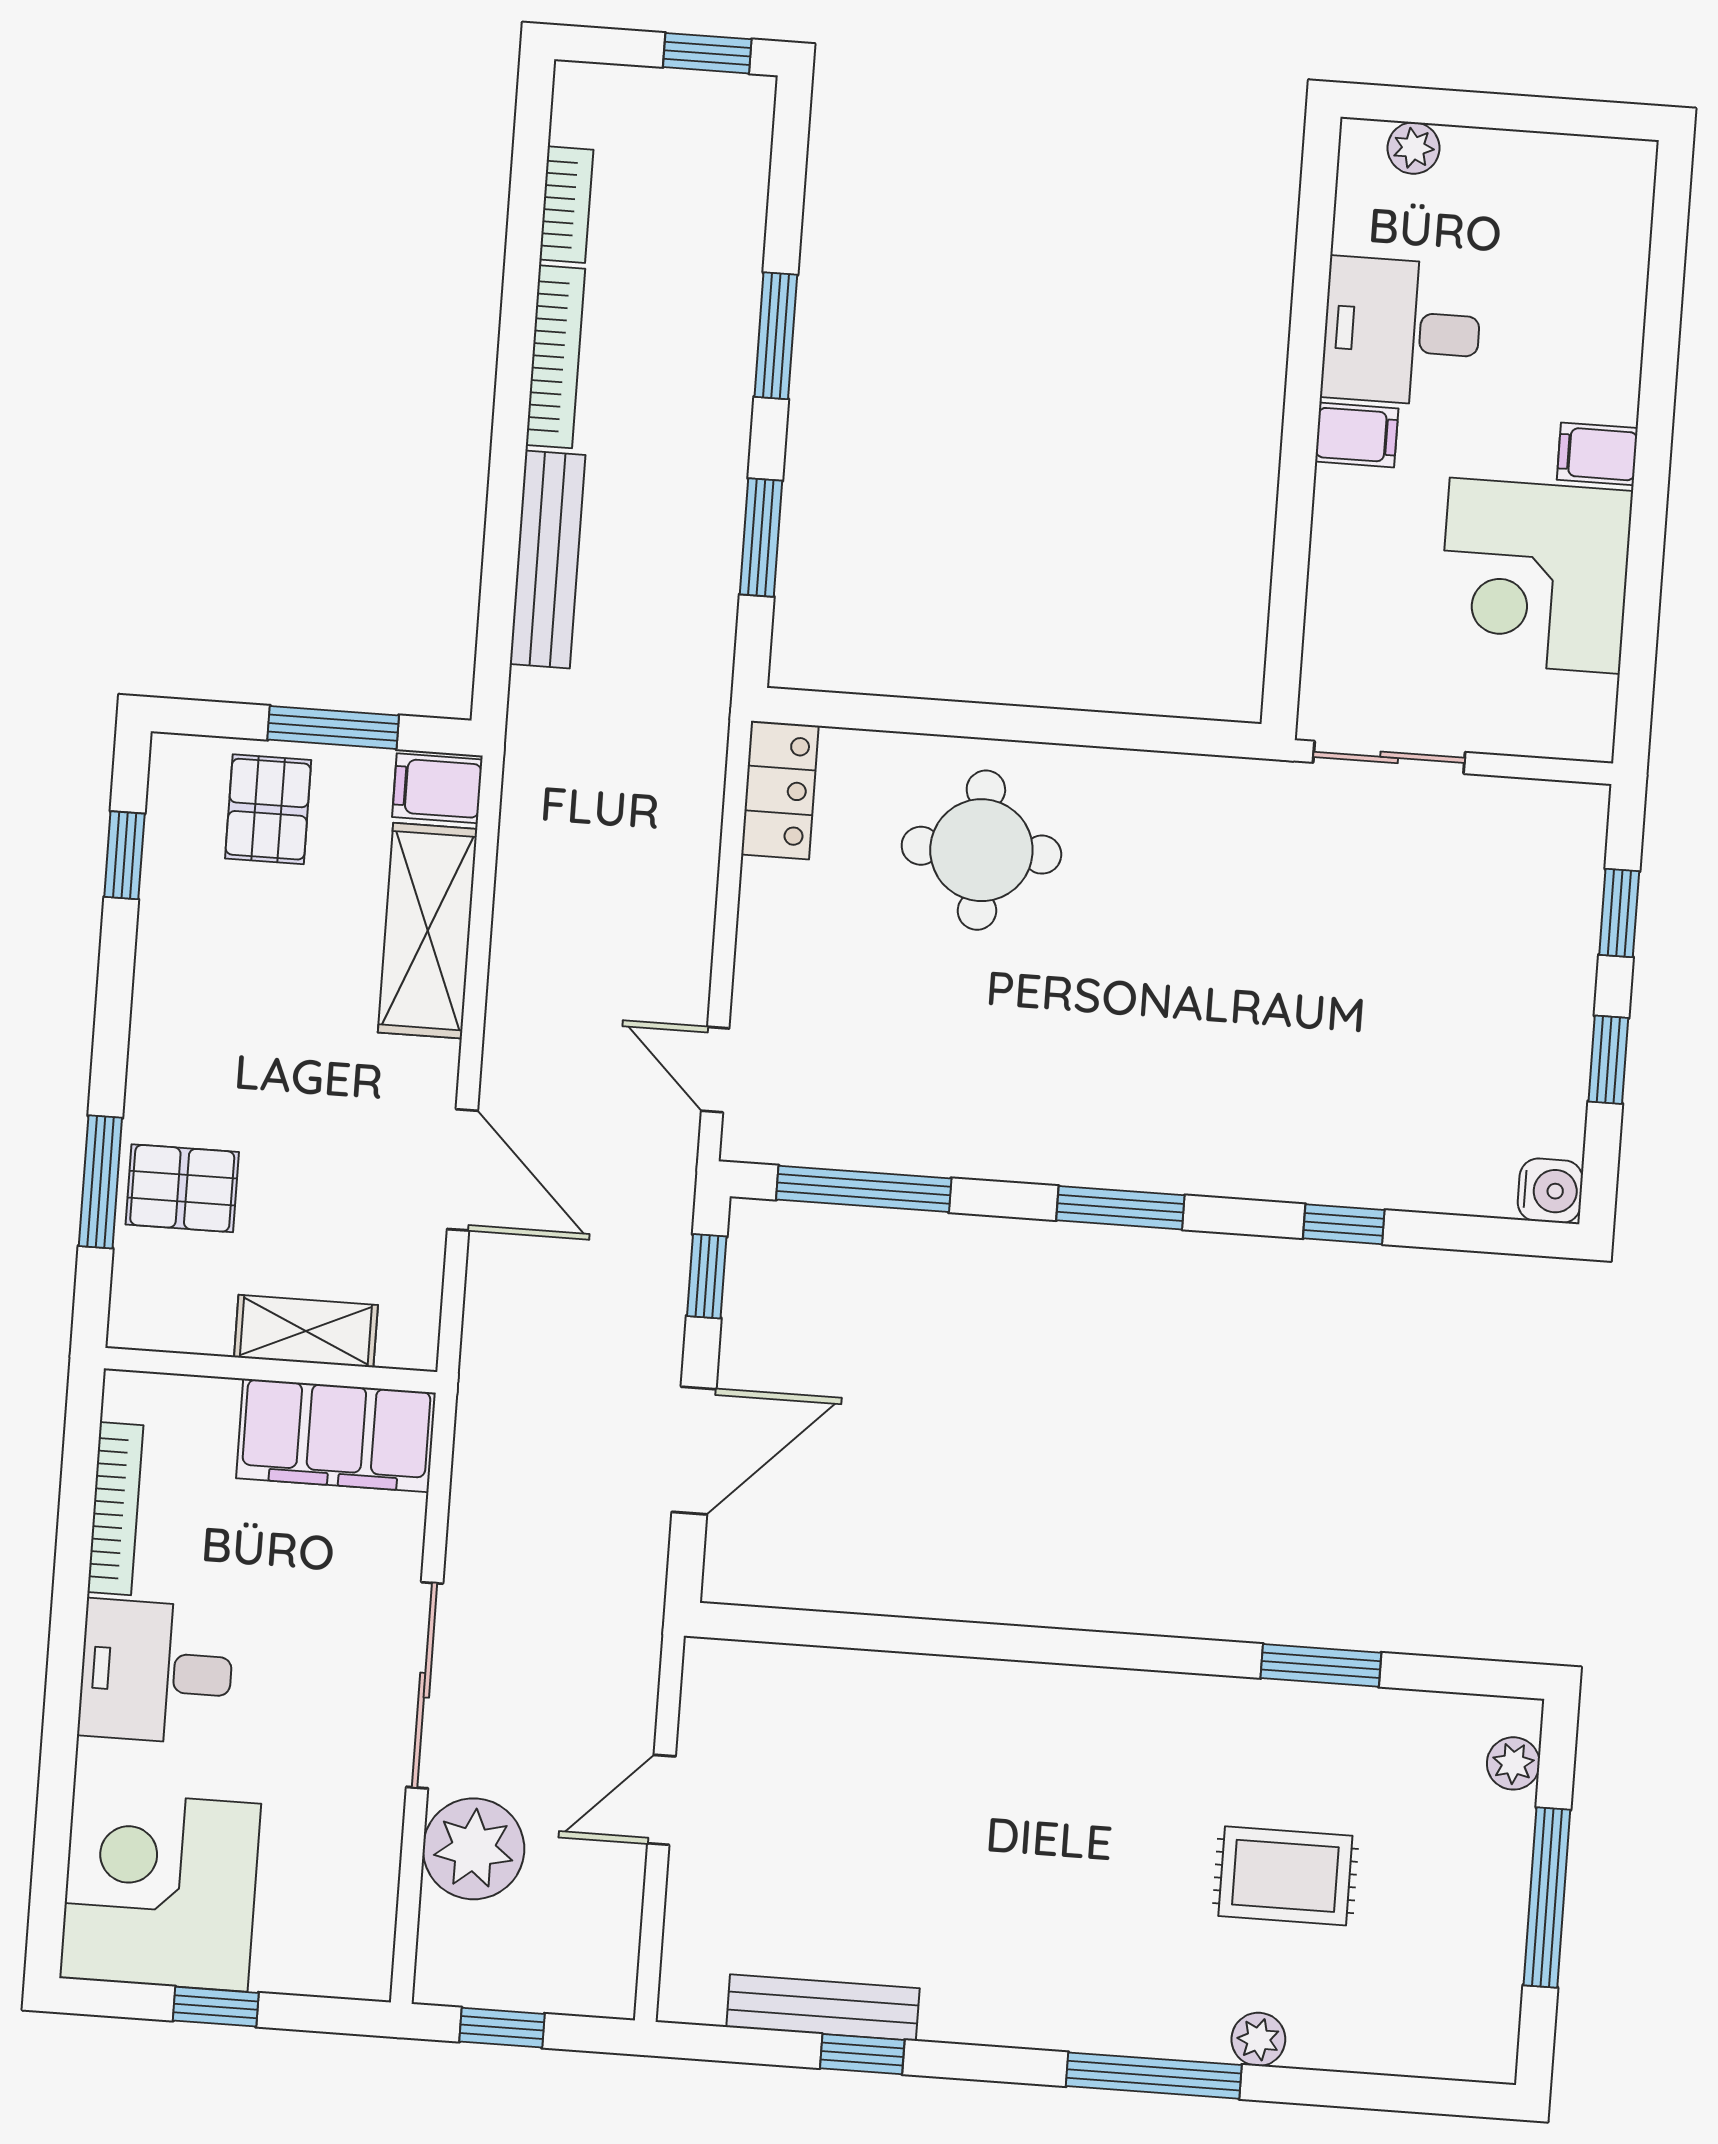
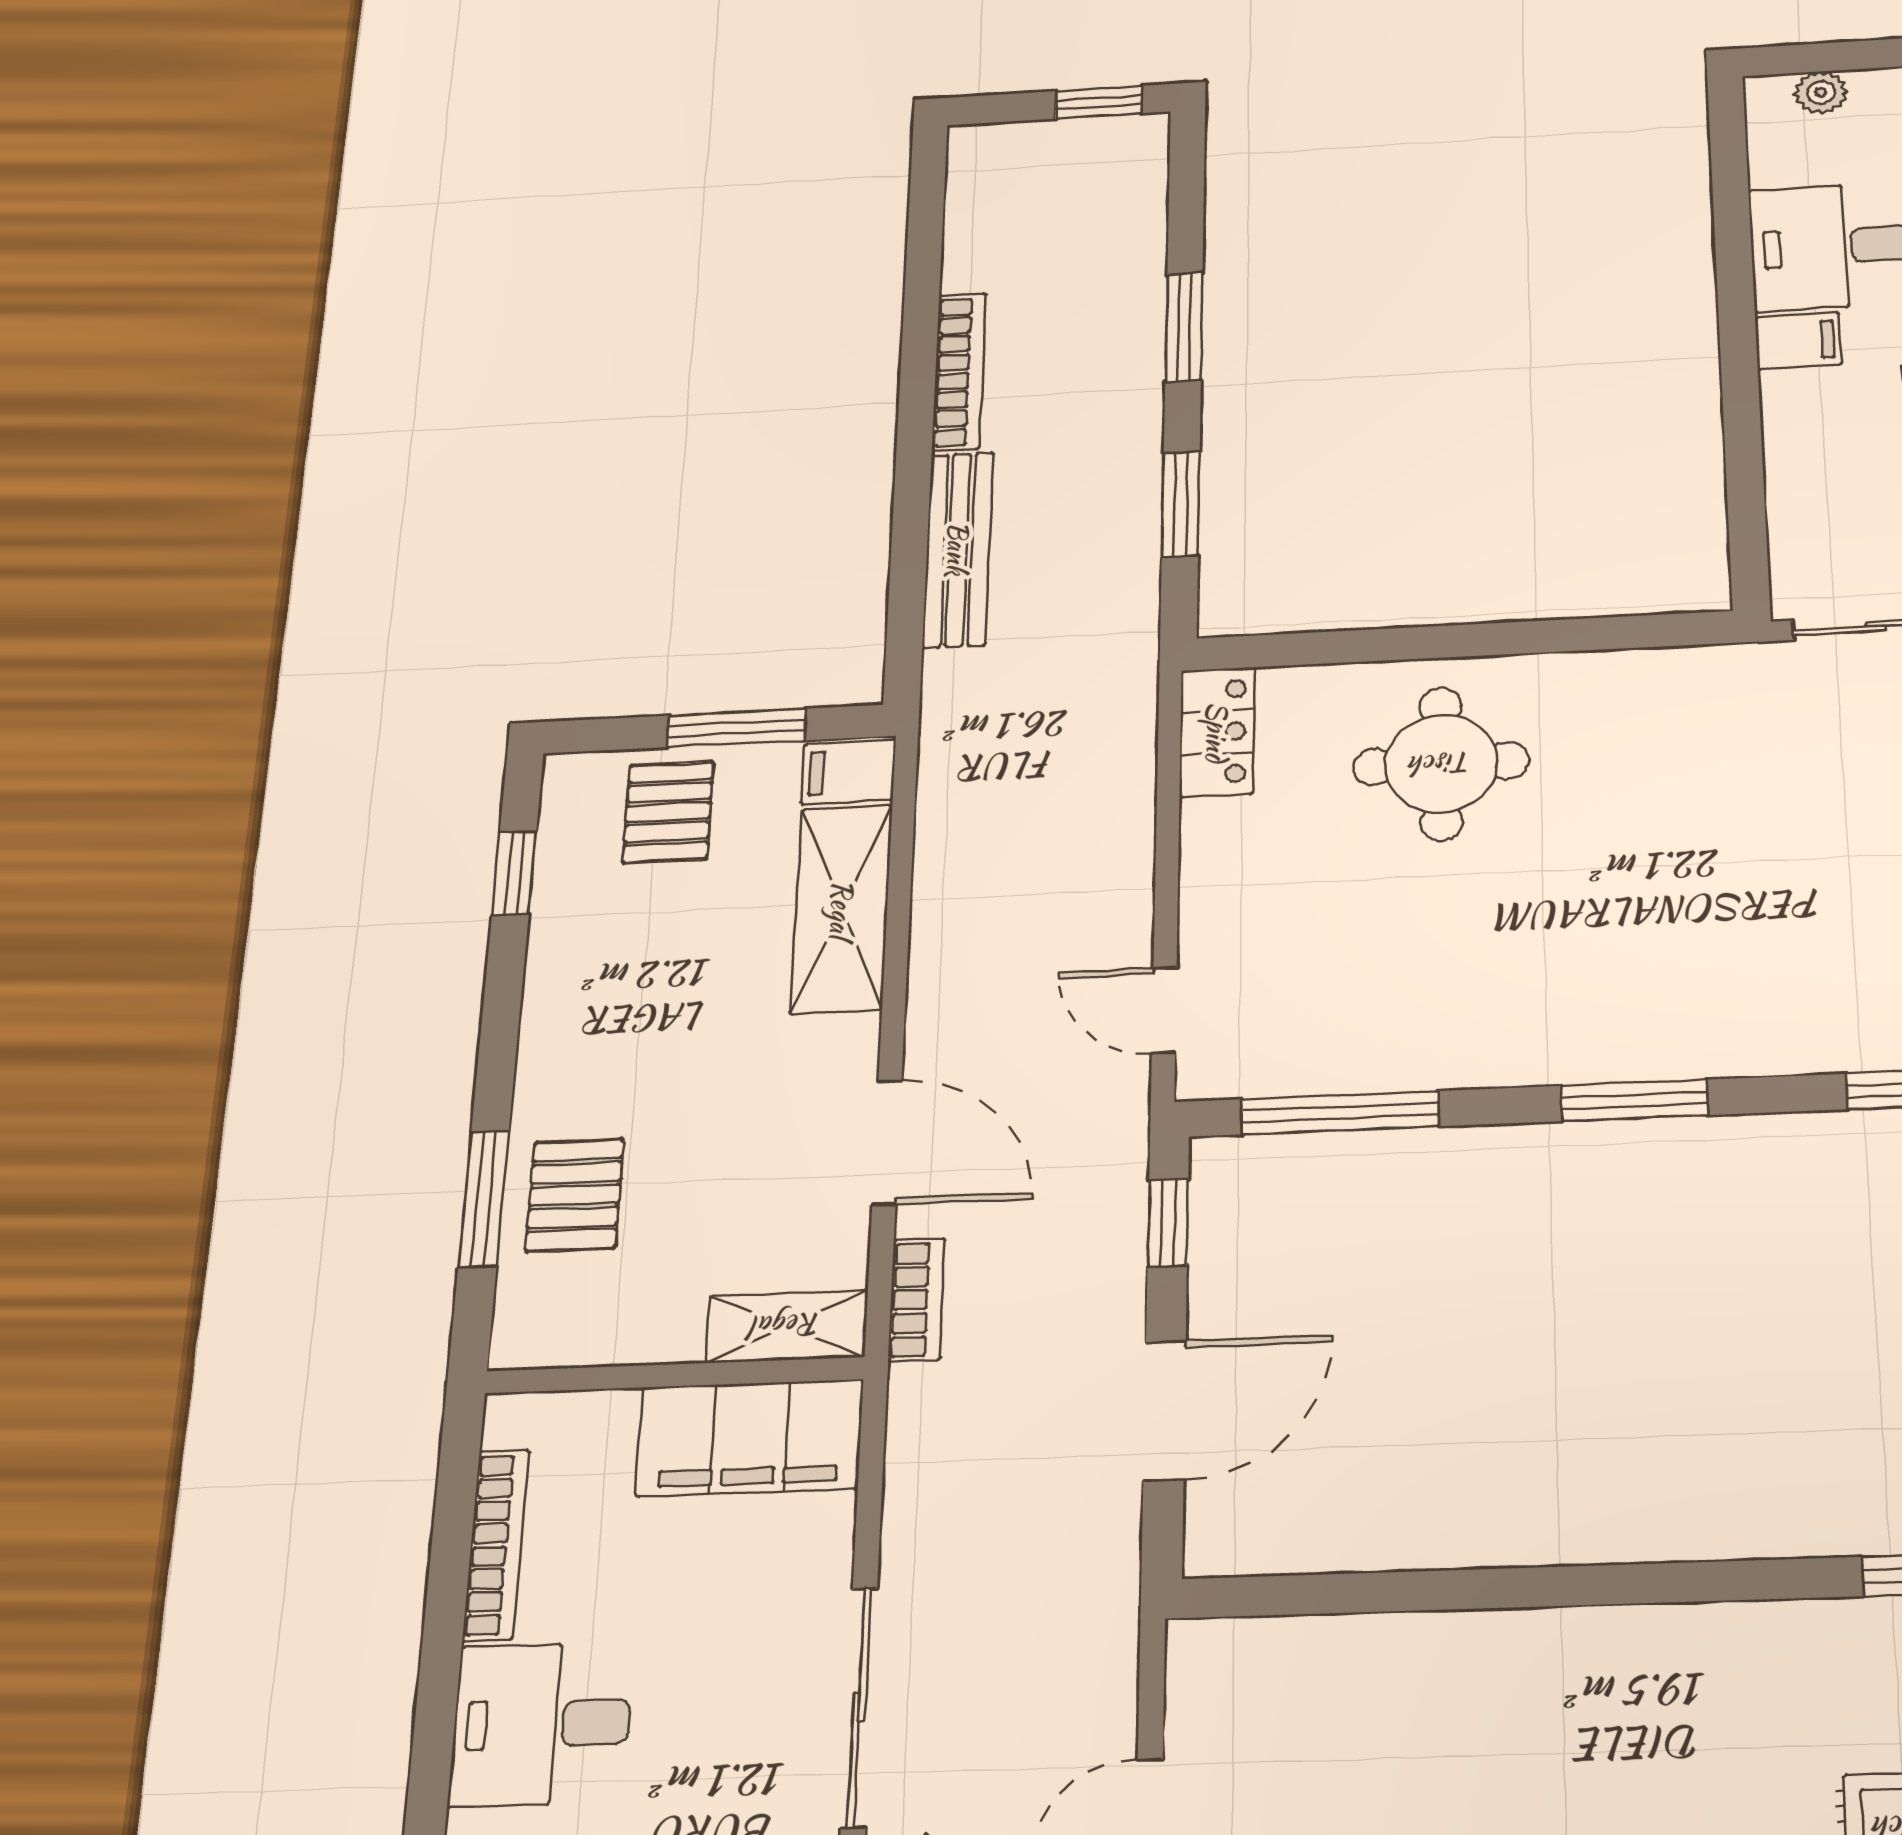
bookcase: (566, 205) -> (917, 1300), moved
pallet: (182, 1188) -> (575, 1195), turned 90
shelving: (306, 1331) -> (787, 1326), moved

